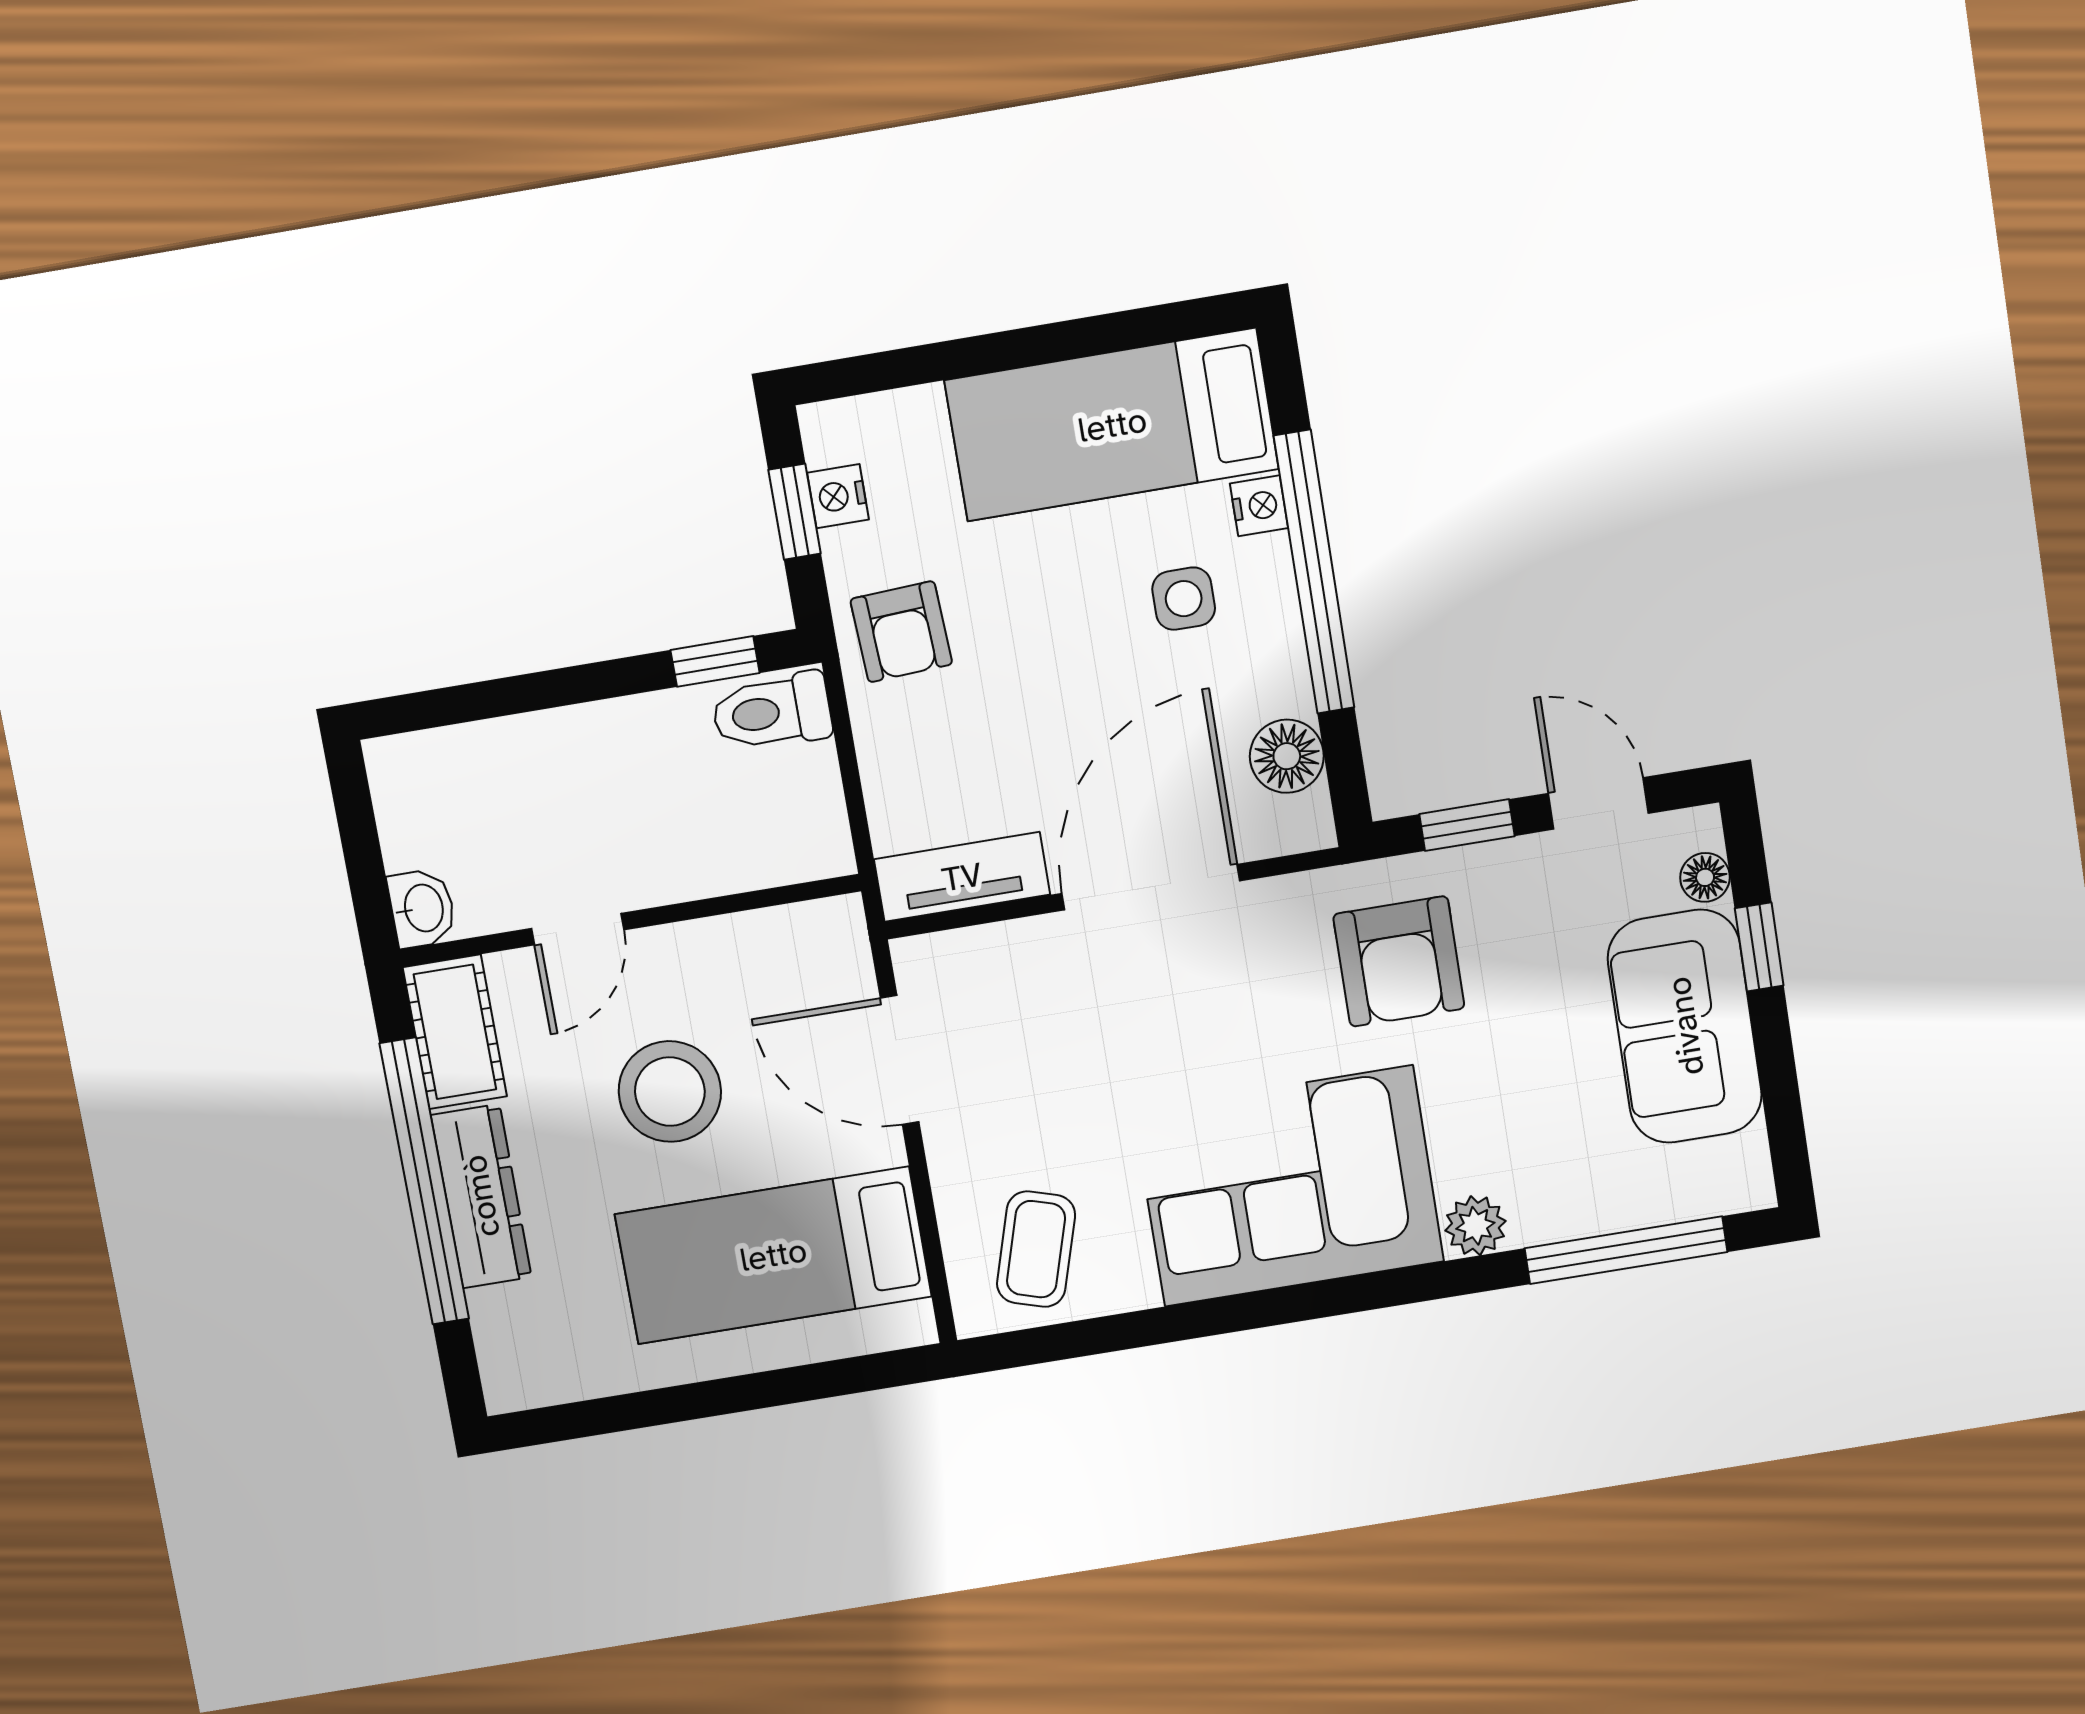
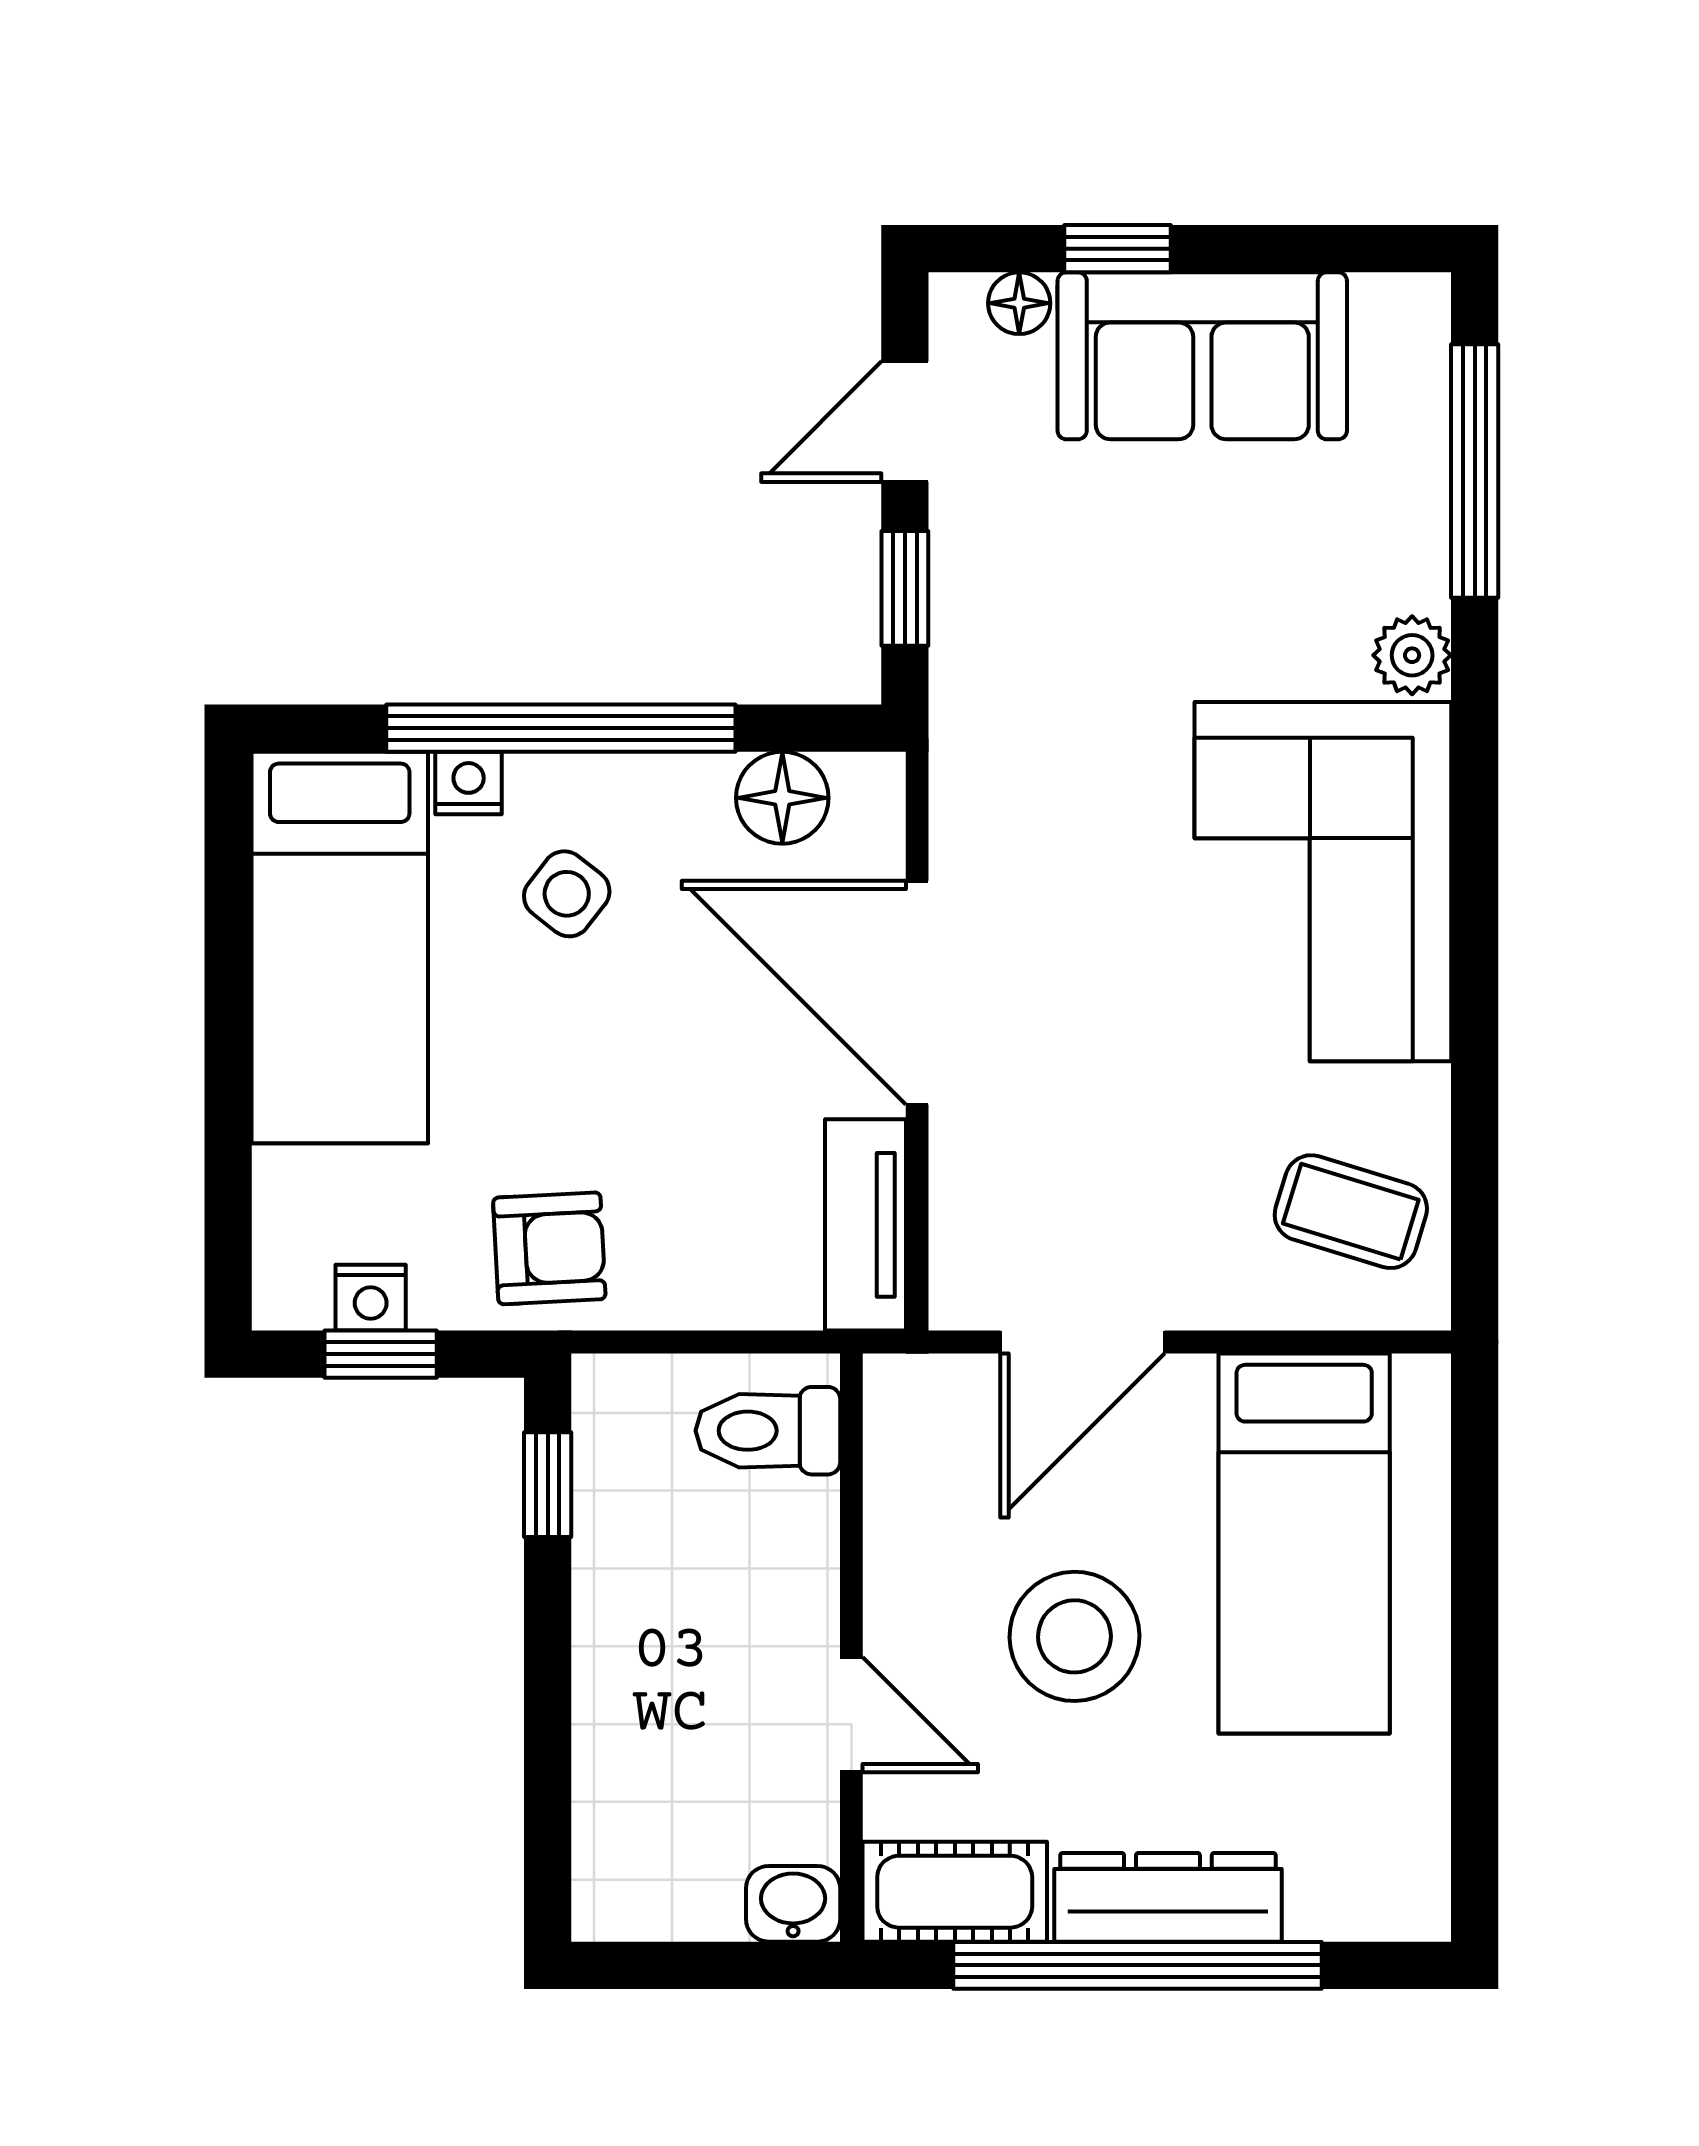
side table: (1184, 599) -> (567, 894), turned 38
toilet: (772, 712) -> (768, 1431), moved, turned 90
armchair: (1399, 961) -> (1061, 699), removed

